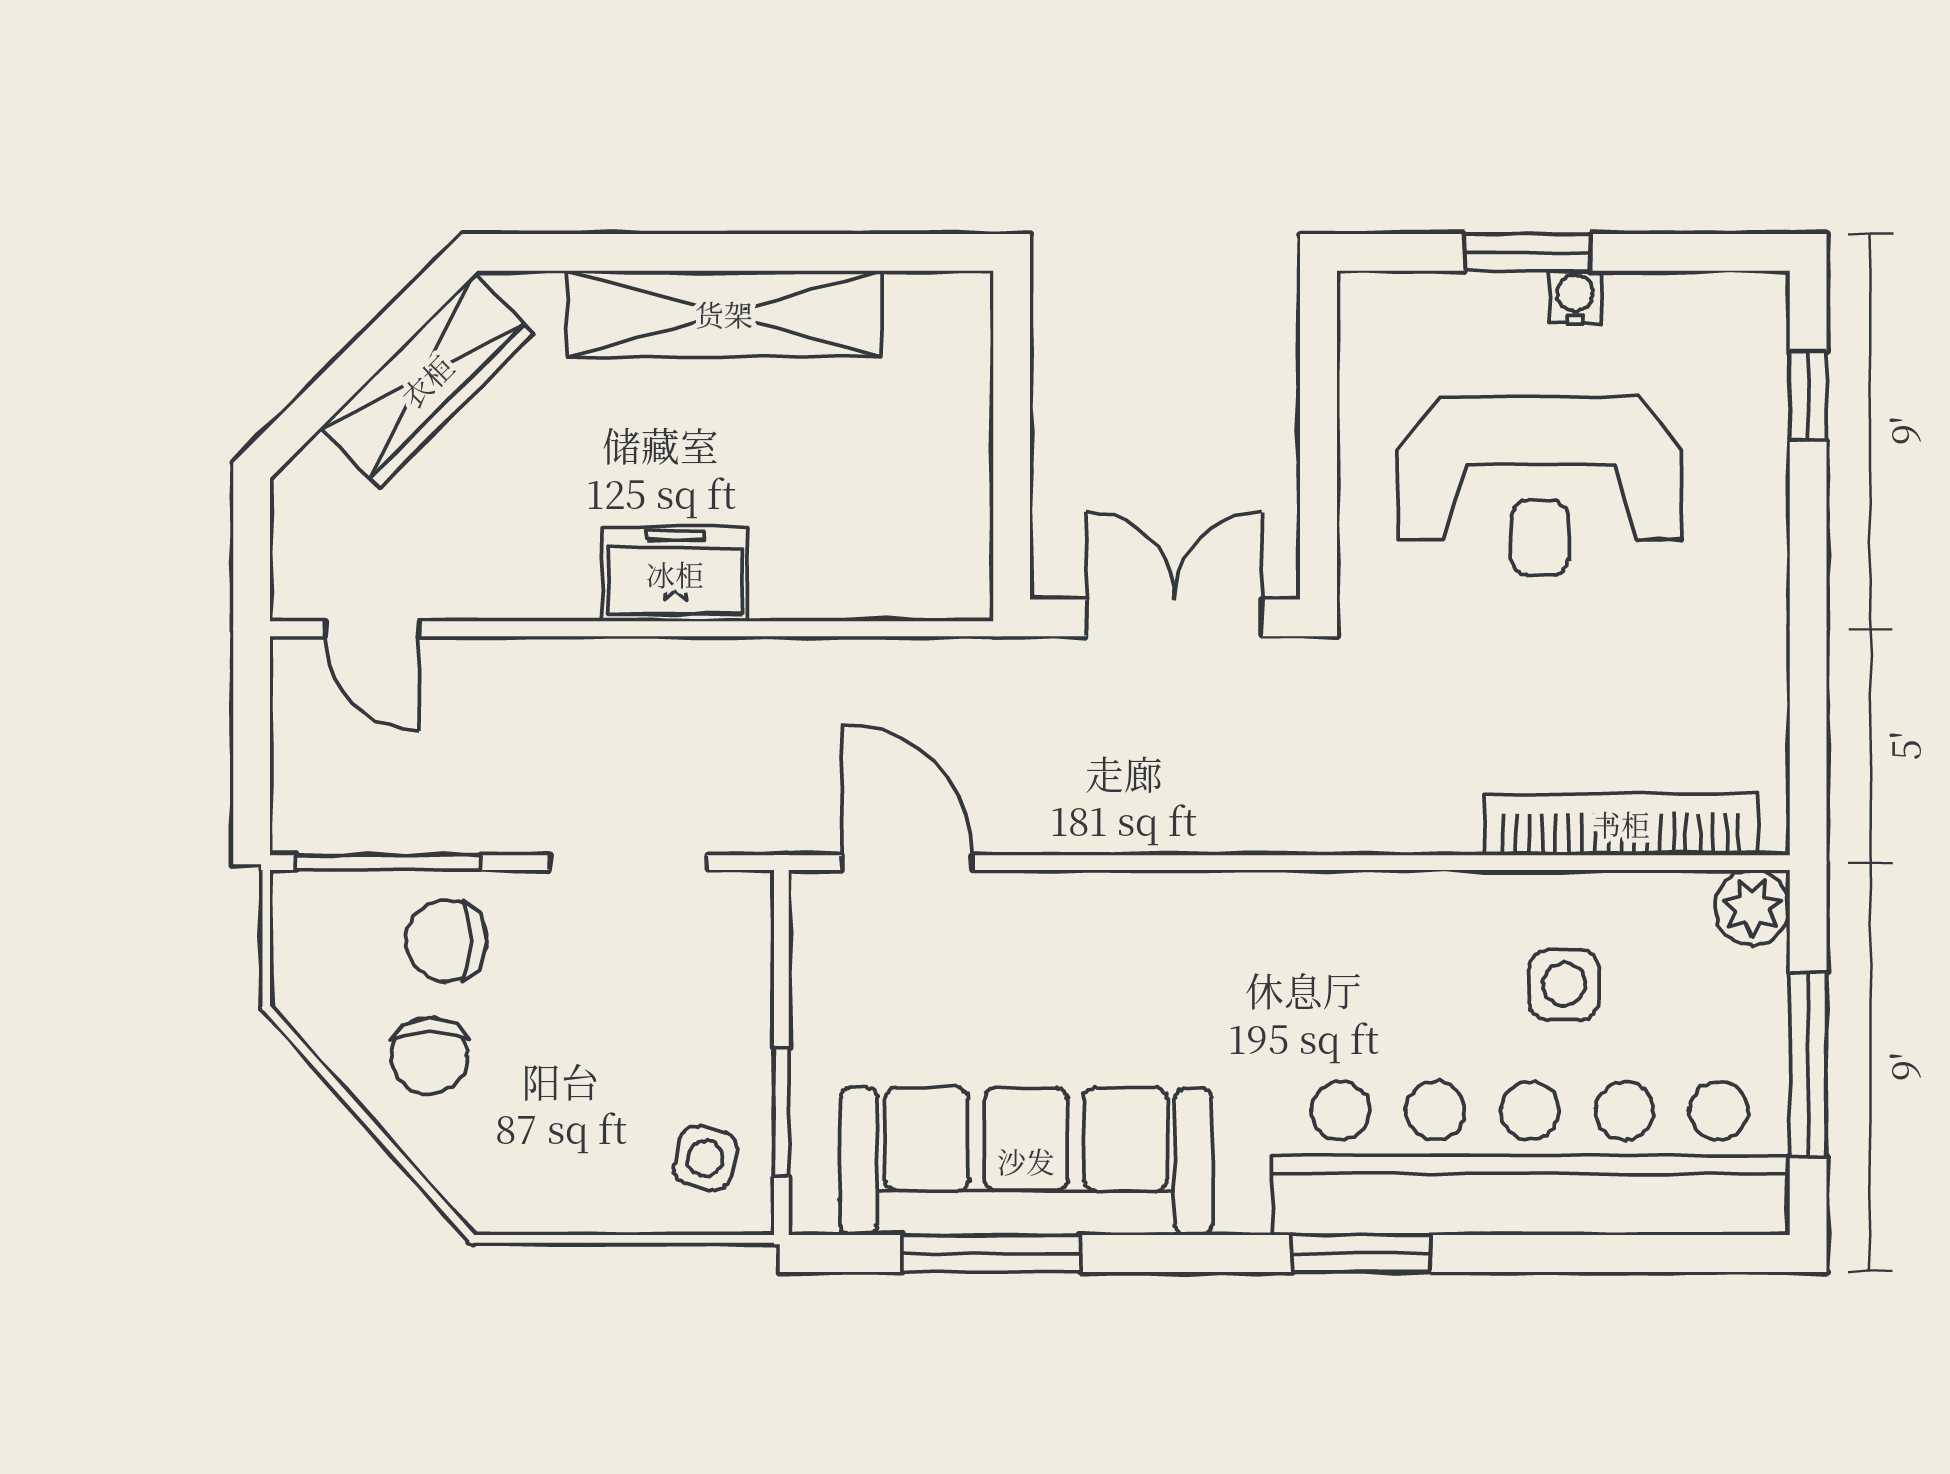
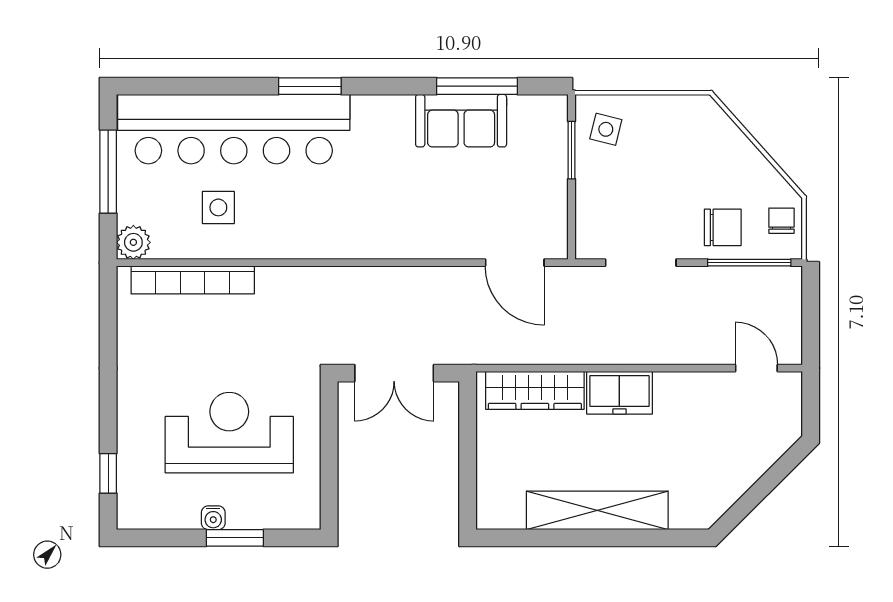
wardrobe: (427, 381) -> (535, 390), moved, turned -135
chair: (429, 1056) -> (781, 221), moved, width x0.73, depth x0.73
sofa: (1026, 1161) -> (461, 121), width x0.54, depth x0.79

